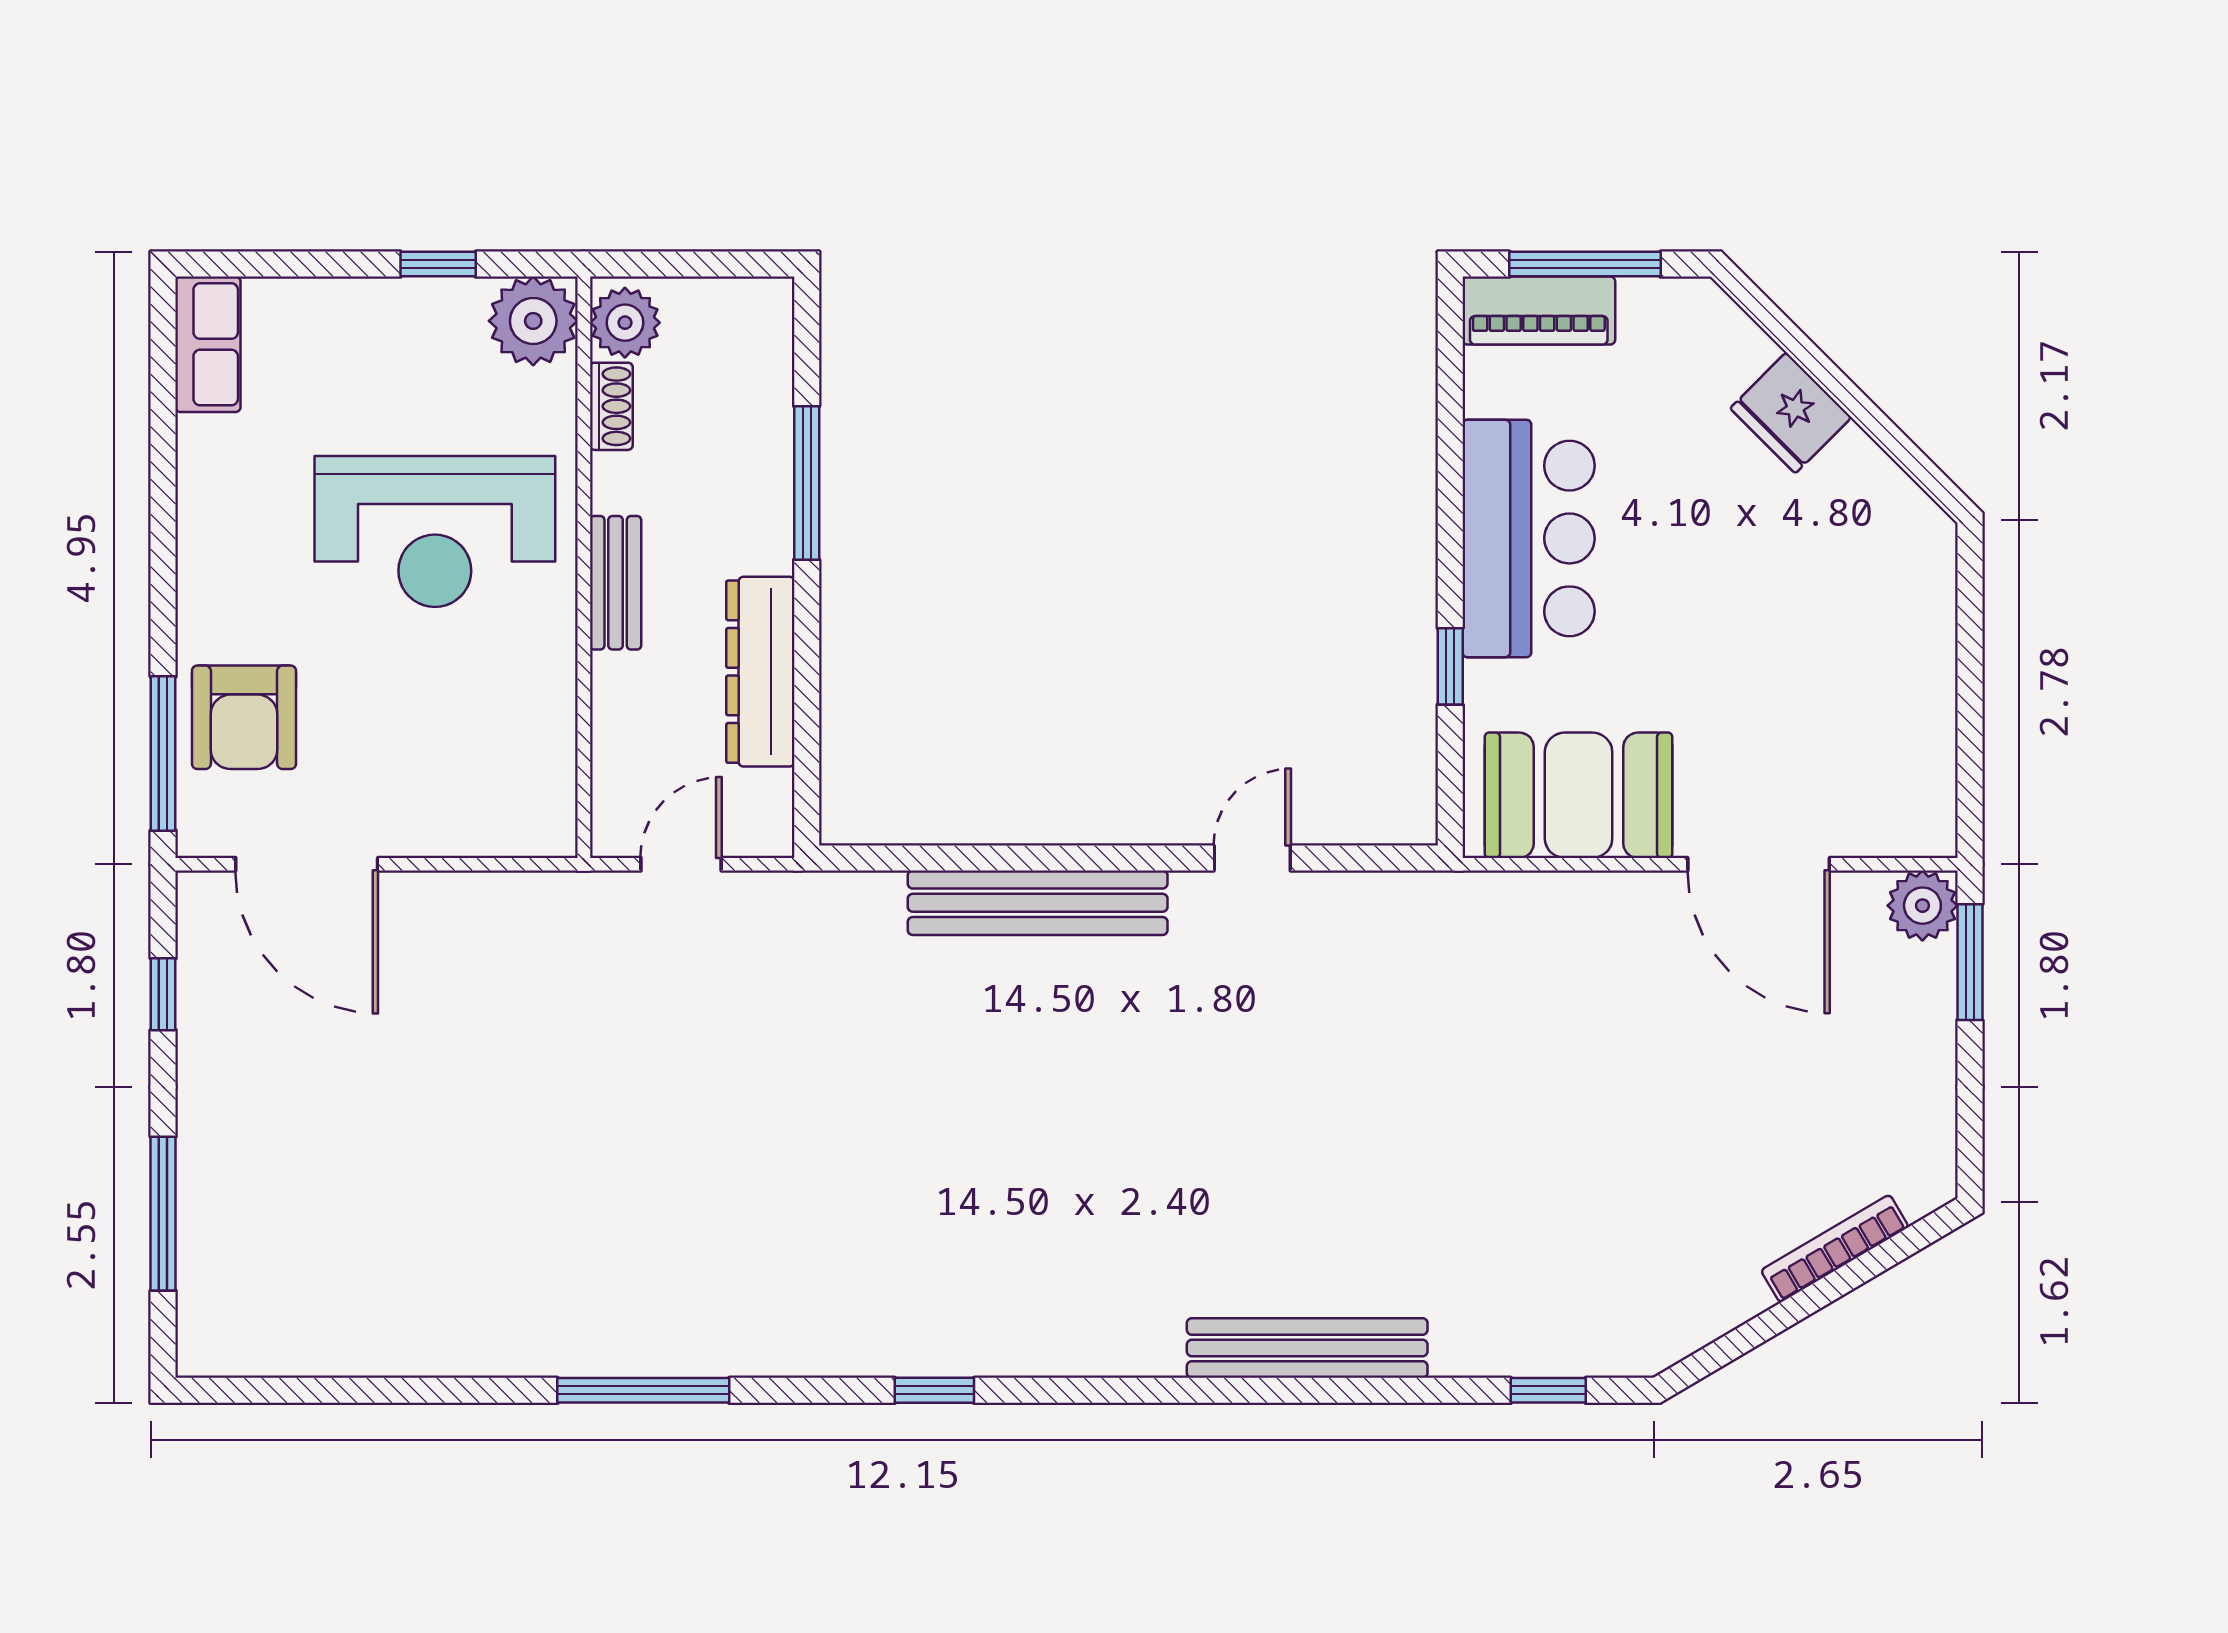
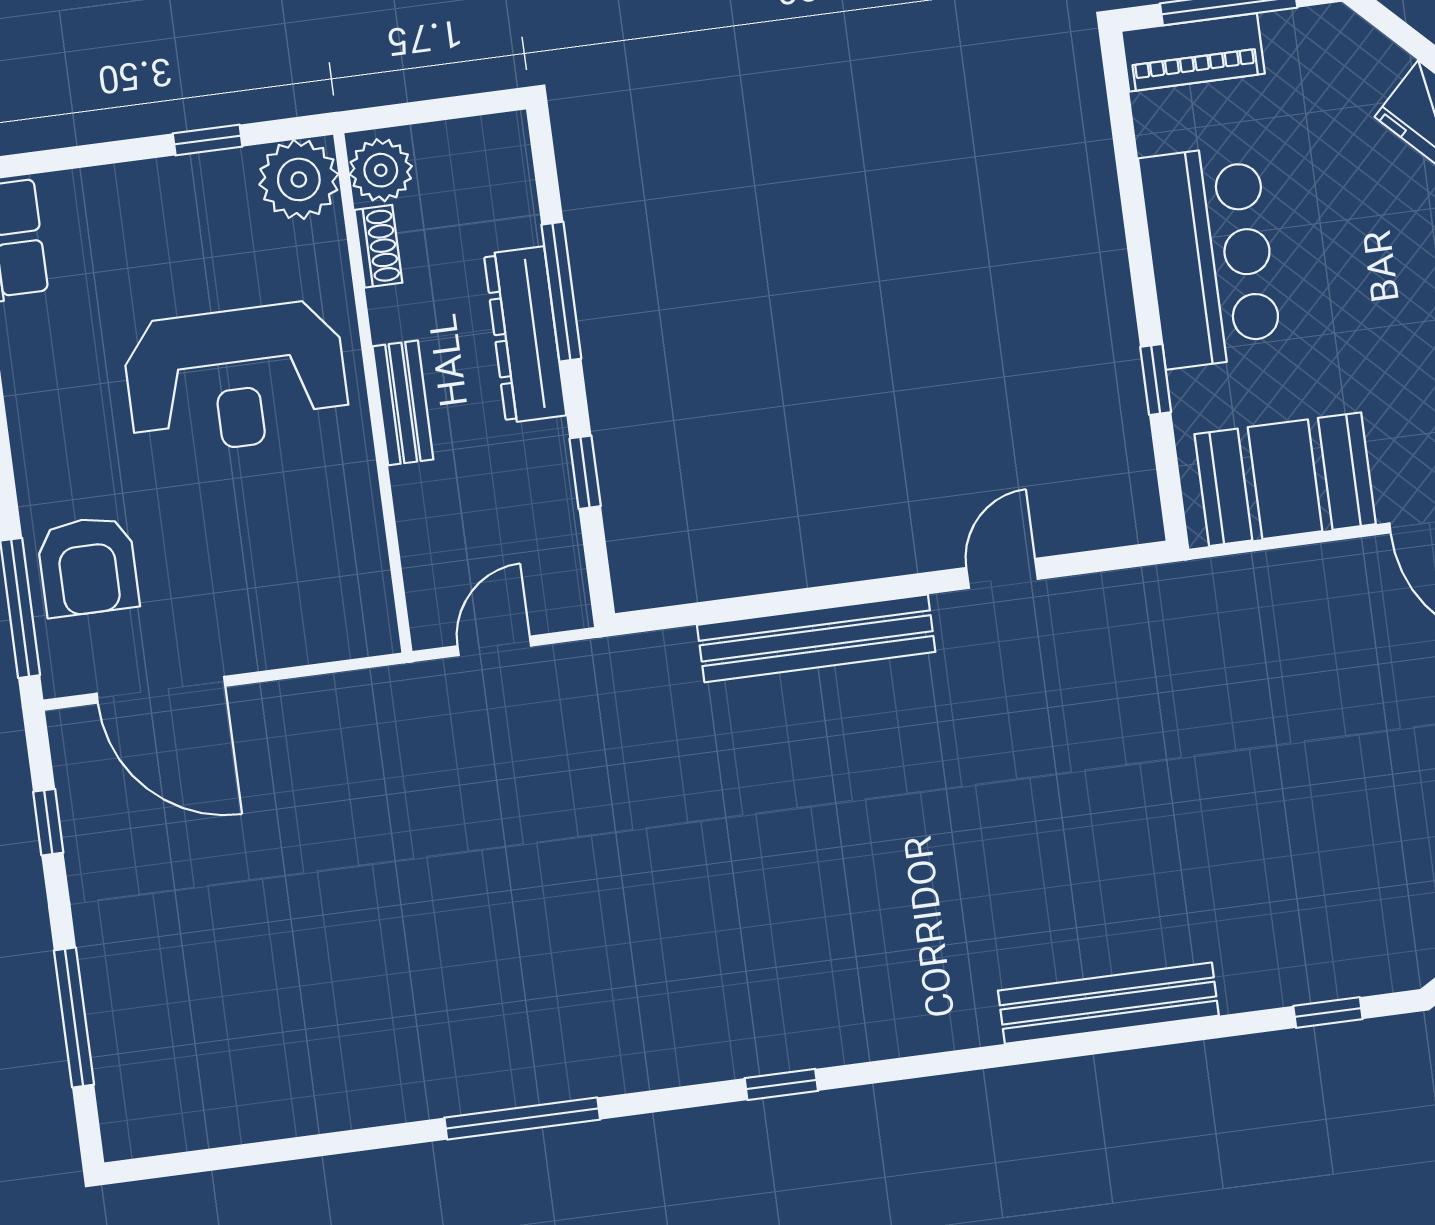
dresser: (760, 672) -> (525, 335), moved
window: (807, 686) -> (585, 472), added

